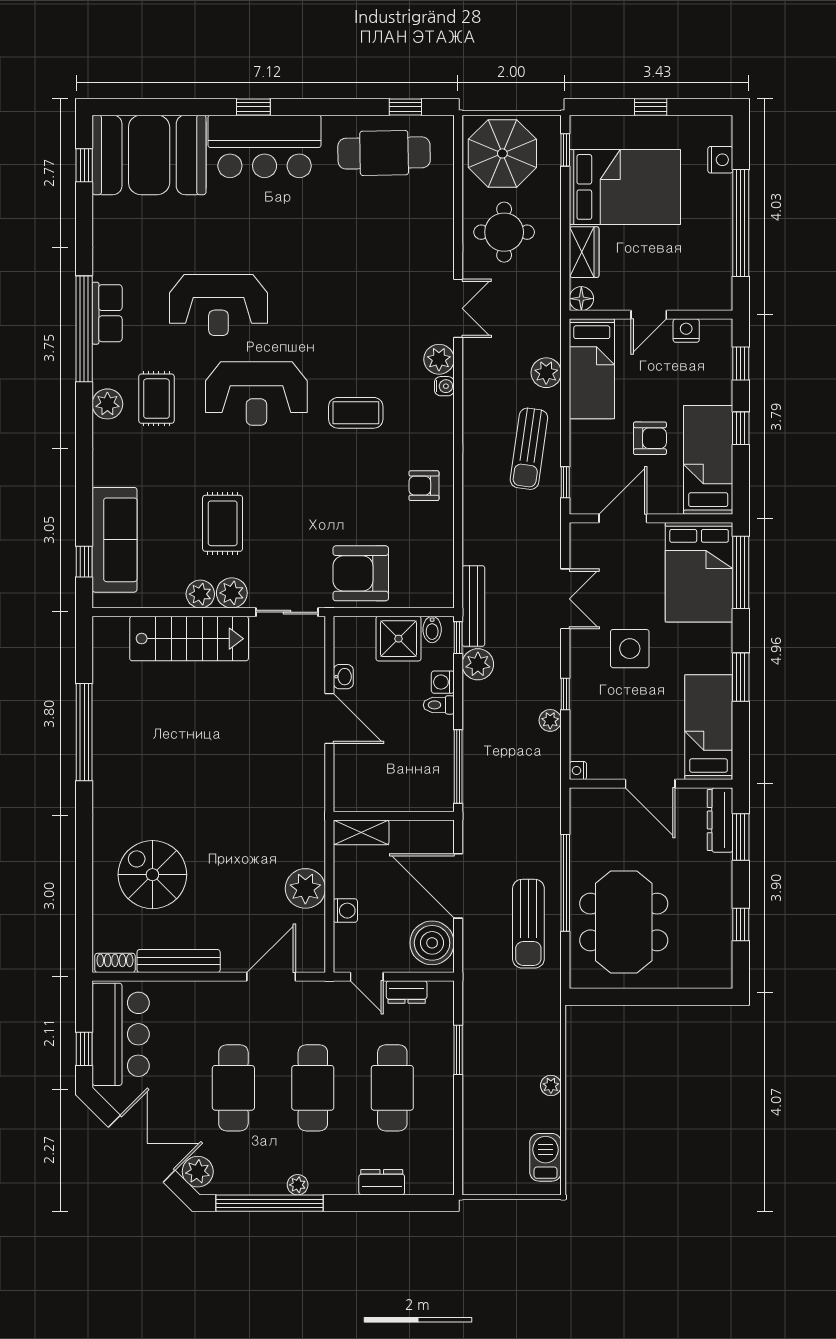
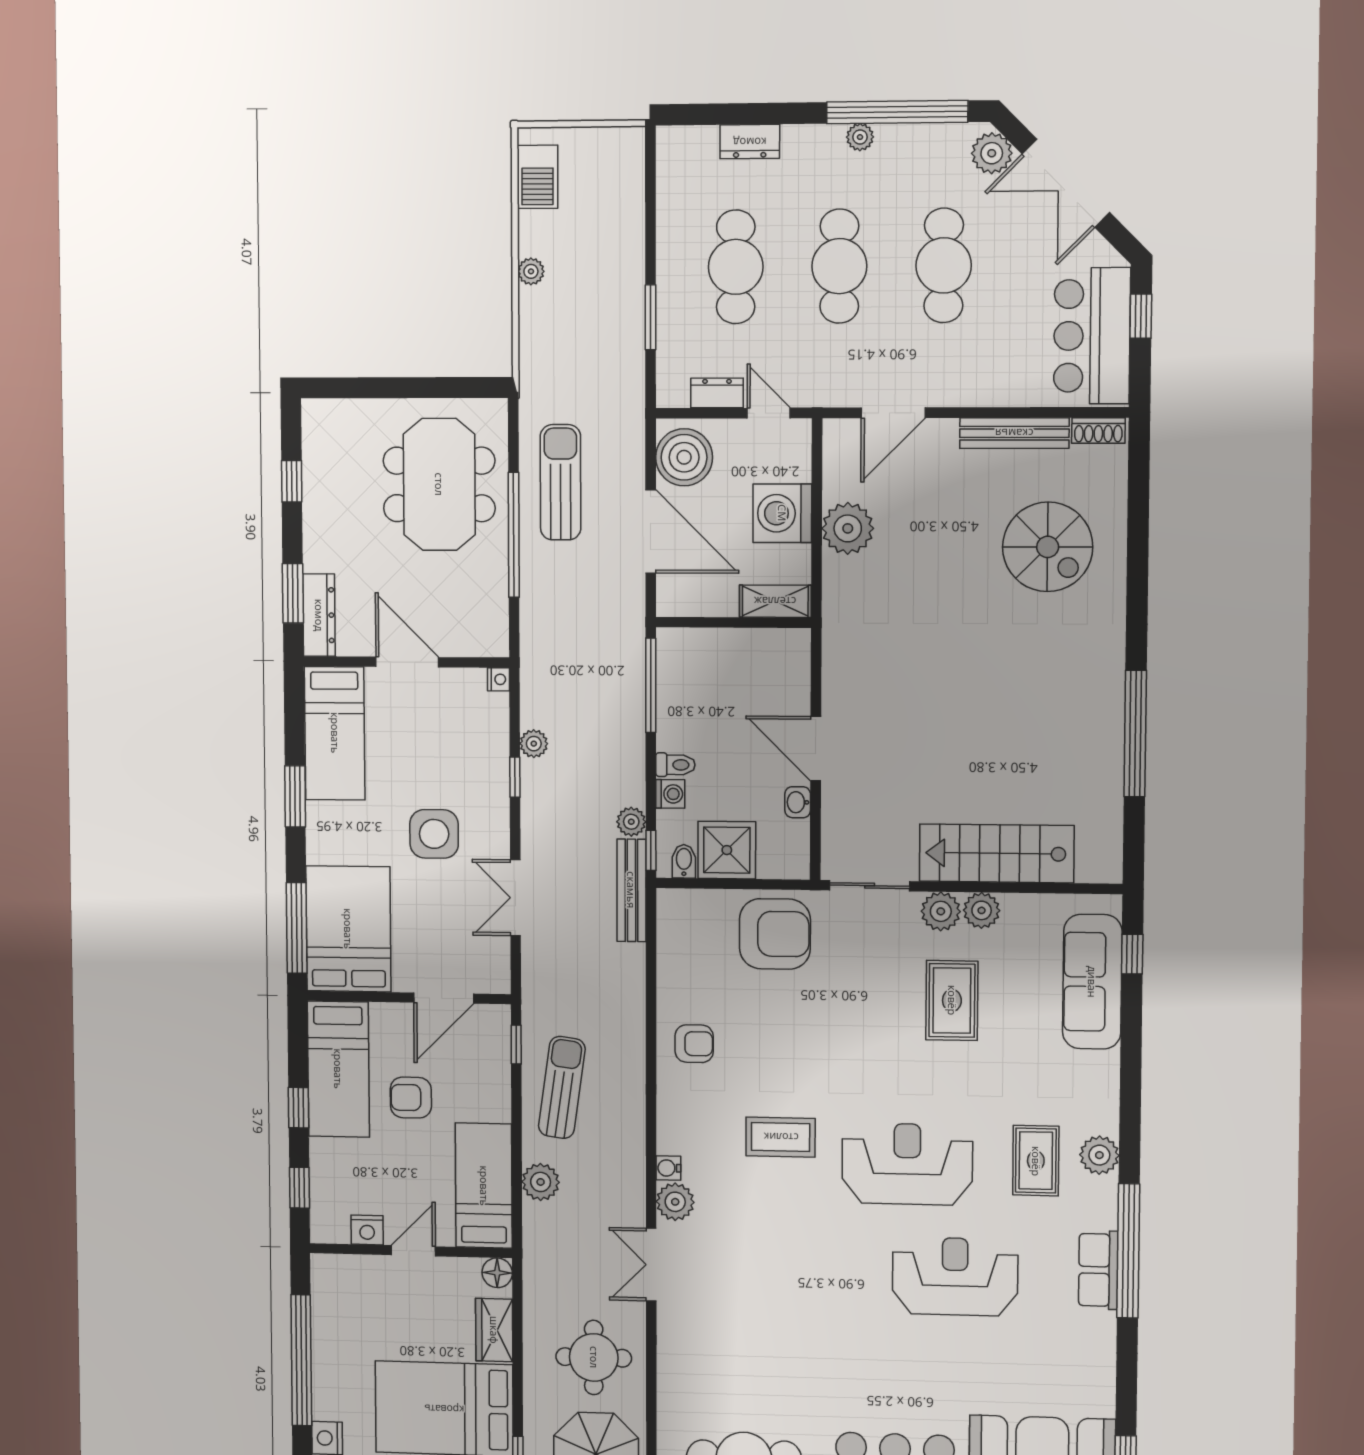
plant: (478, 664) -> (631, 822), width x0.73, depth x0.73
washing machine: (345, 911) -> (782, 513), width x1.89, depth x1.89

